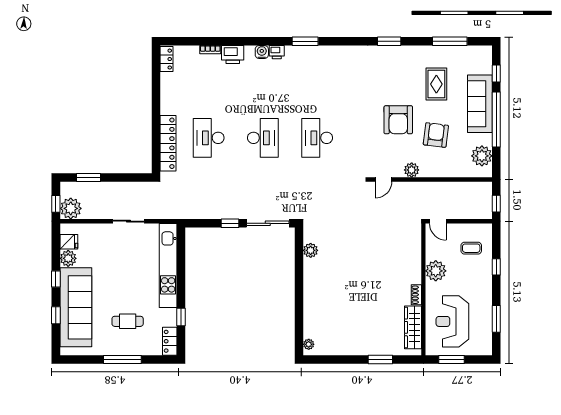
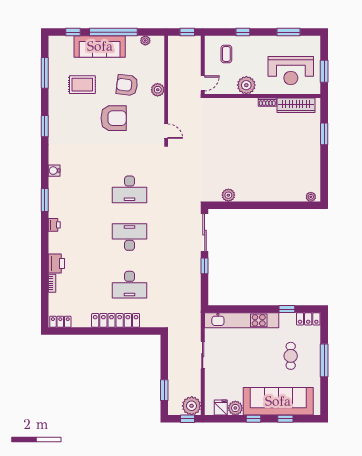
water cooler: (262, 52) -> (54, 171), moved
locker: (168, 143) -> (116, 320), moved
plant: (482, 156) -> (145, 40), width x0.53, depth x0.53
plant: (412, 170) -> (158, 90), moved

